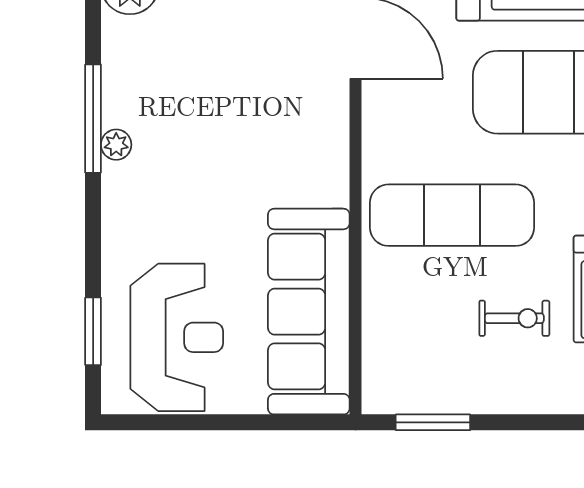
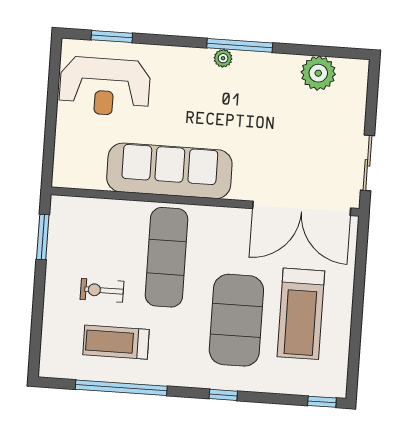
sofa: (309, 312) -> (169, 171), moved
exercise bike: (514, 318) -> (102, 290), turned 90

